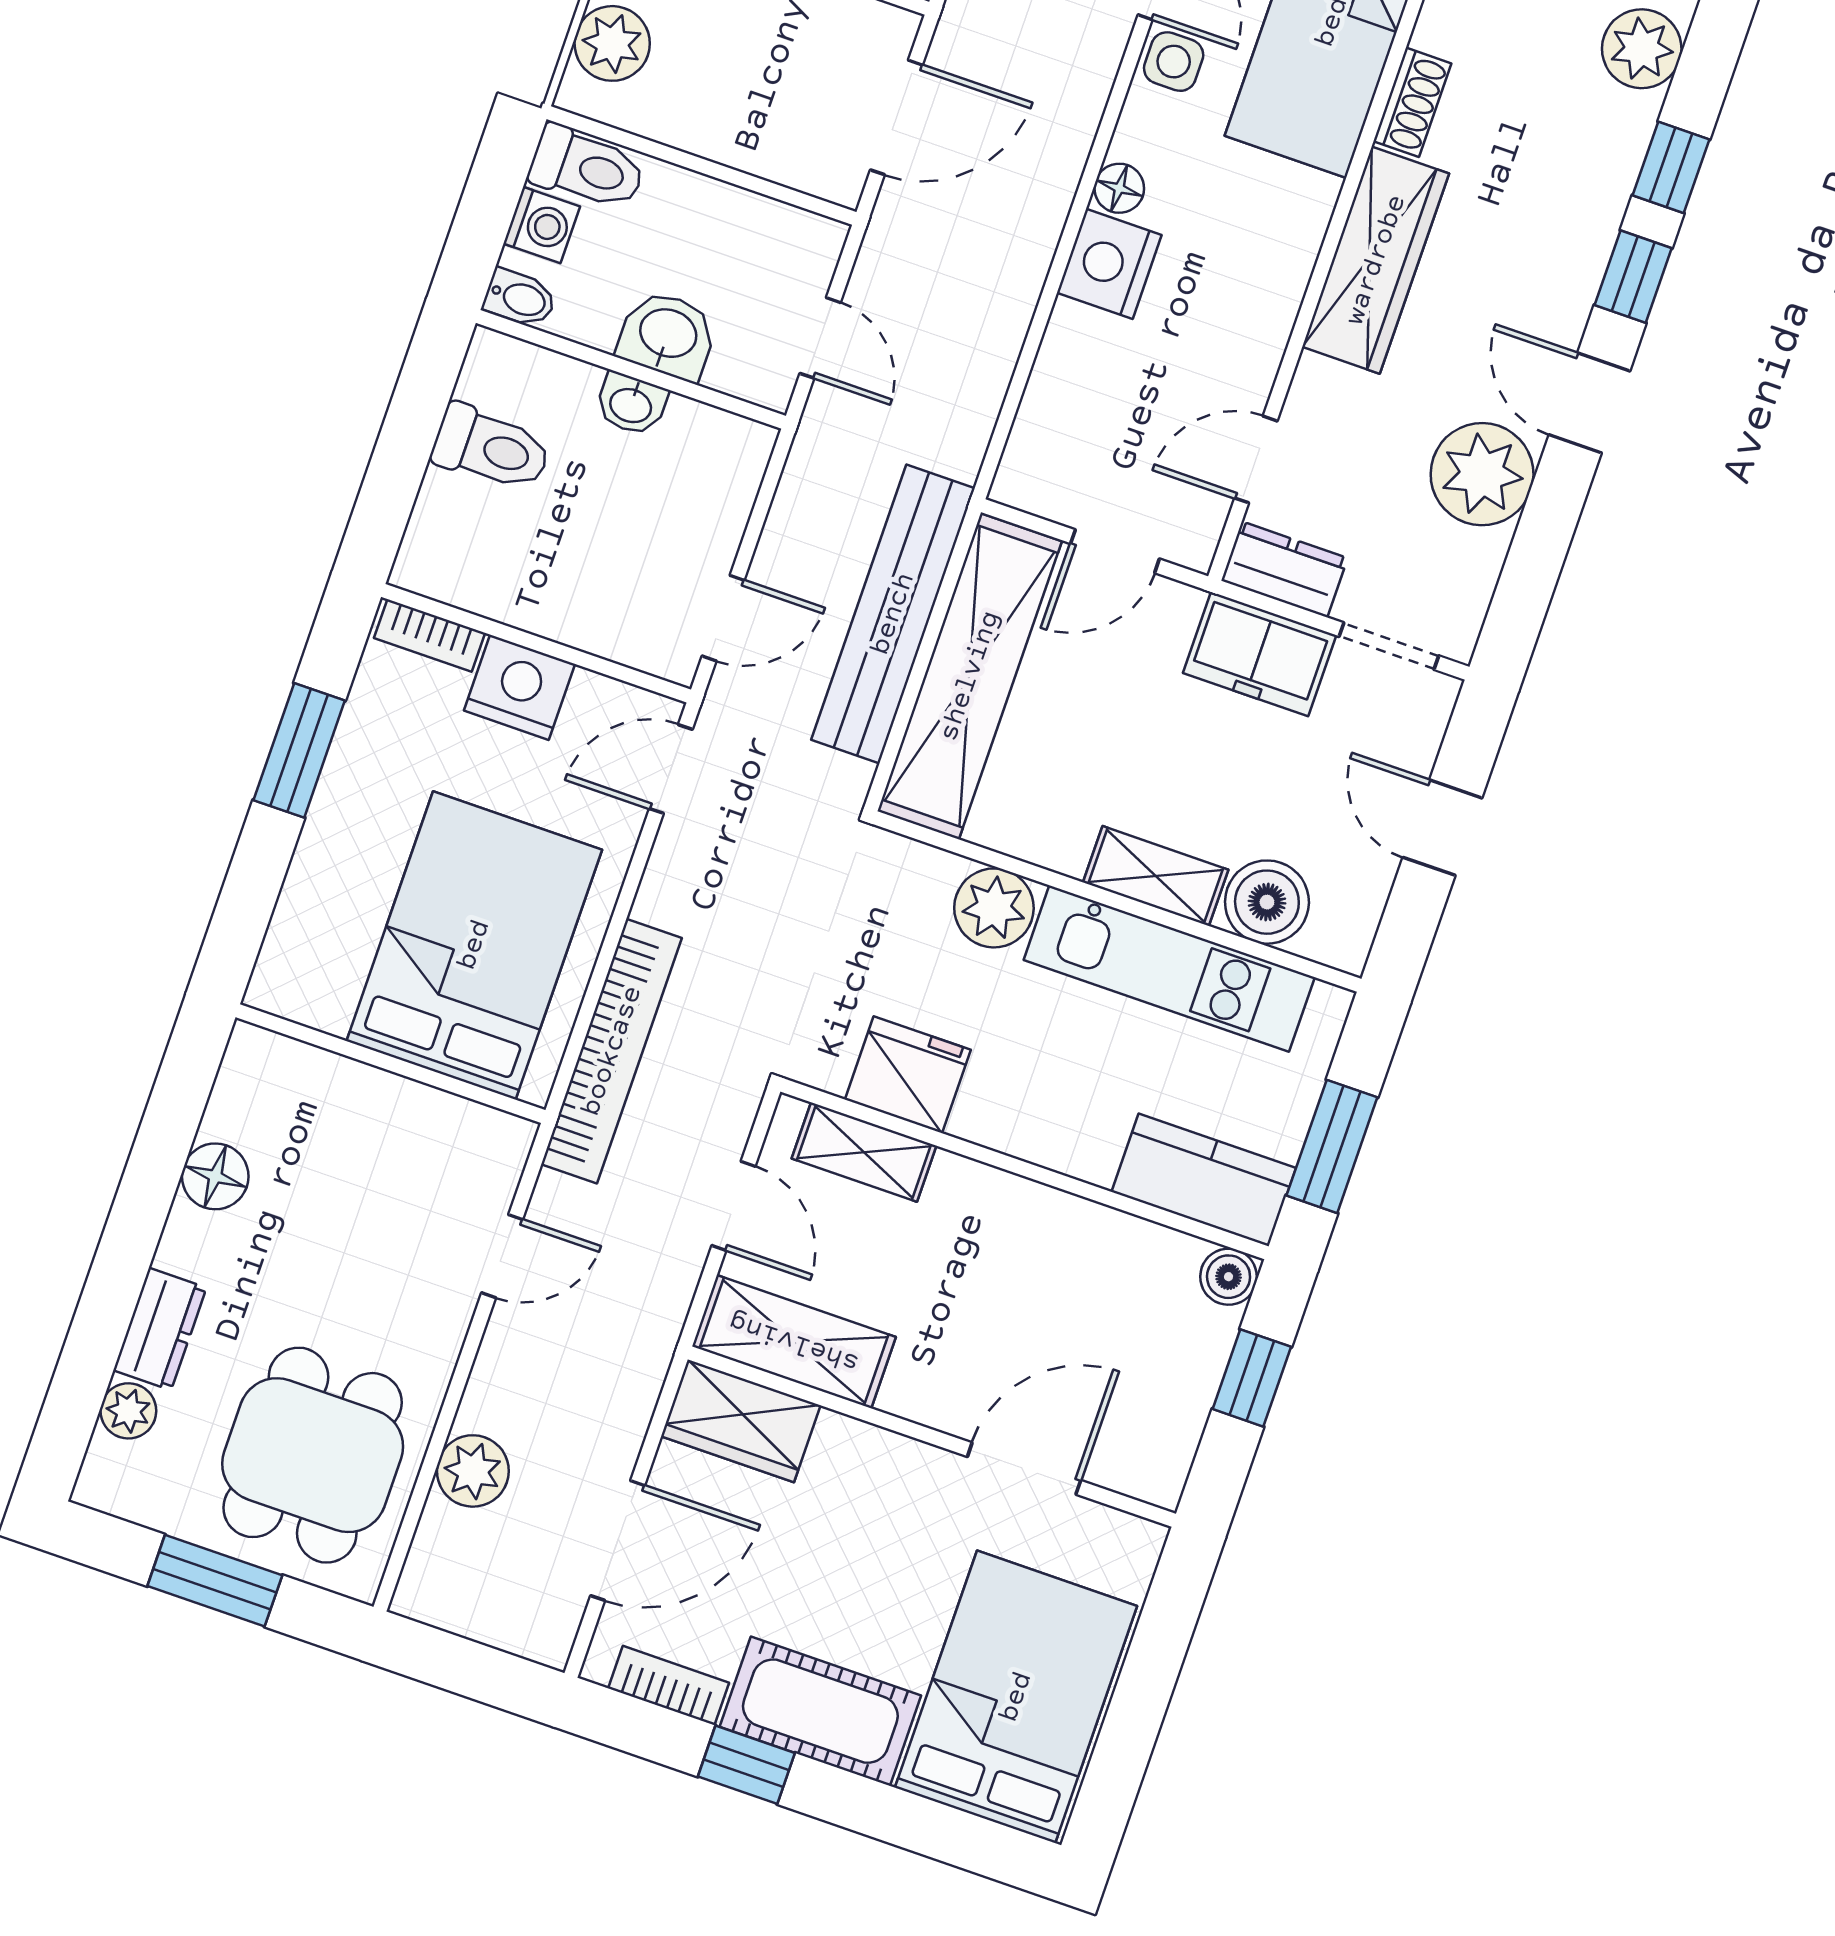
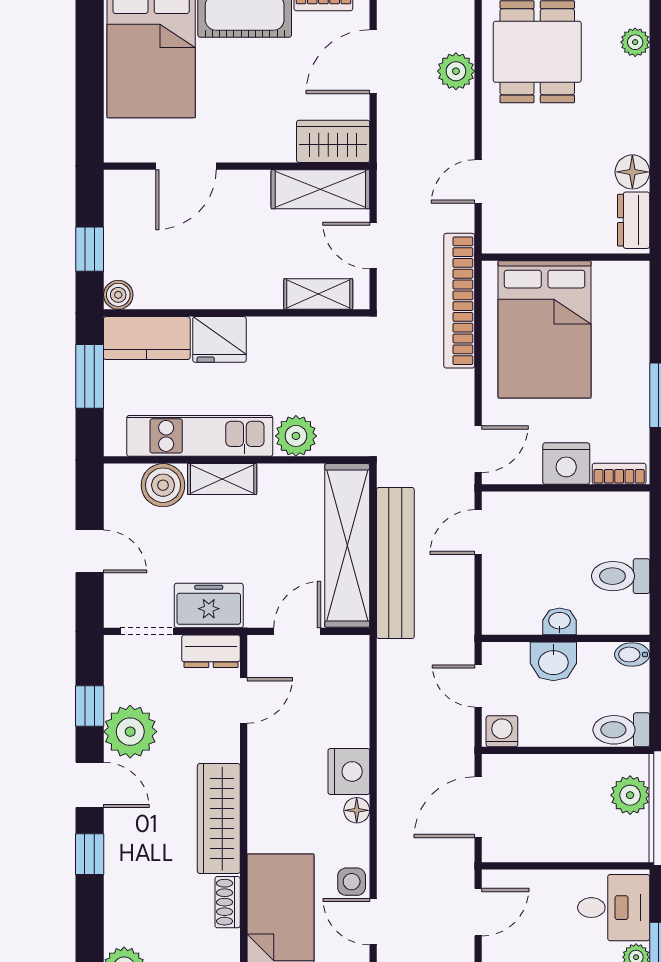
window: (1671, 167) -> (90, 706), moved
washing machine: (542, 225) -> (502, 731), moved, turned 90
fridge: (908, 1075) -> (219, 339), moved
dresser: (160, 1329) -> (634, 220), moved

